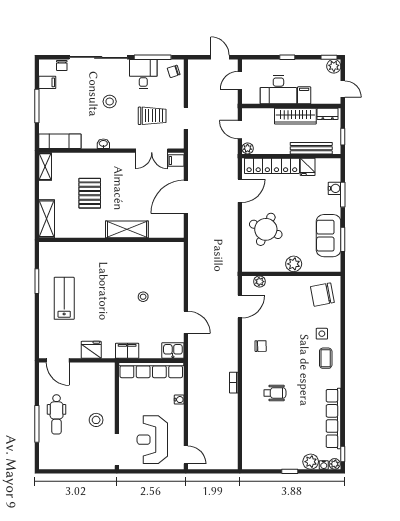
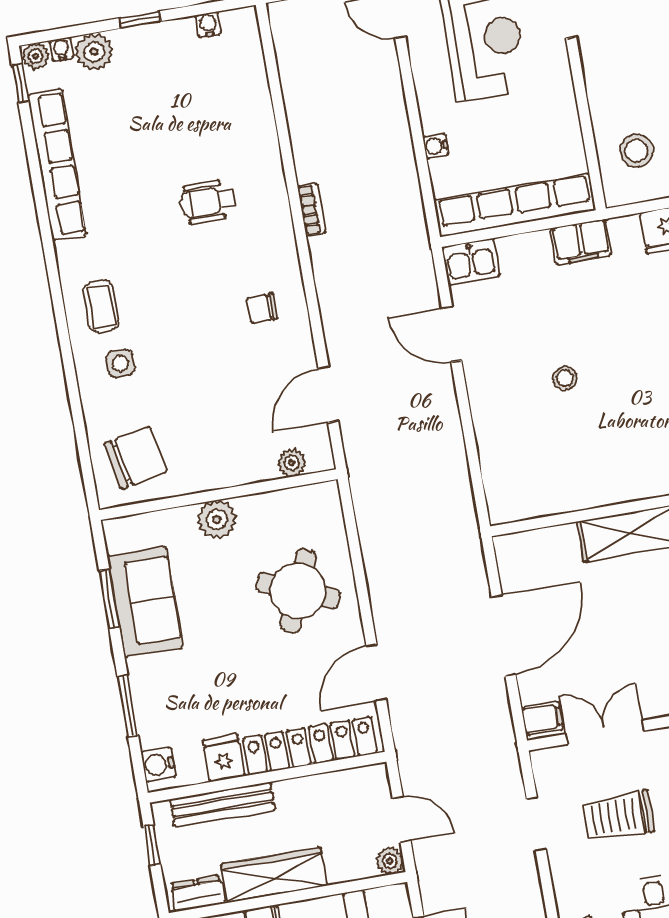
plant: (248, 148) -> (390, 861), moved
water cooler: (335, 188) -> (158, 765), moved
stool: (96, 420) -> (636, 151), moved
water cooler: (263, 465) -> (208, 25), added

